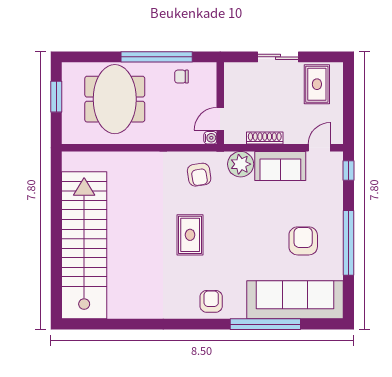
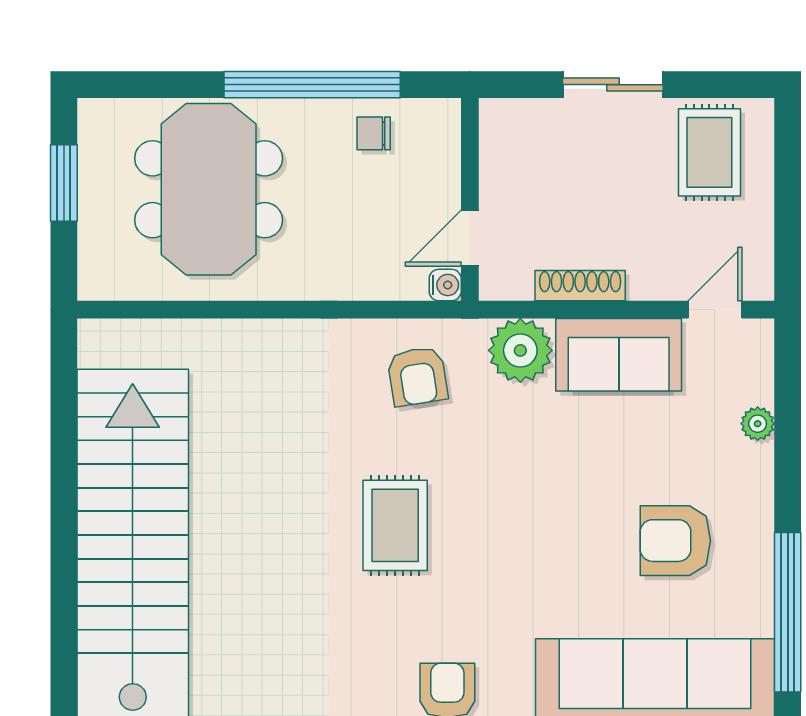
window: (349, 171) -> (788, 366), removed
plant: (336, 194) -> (758, 424), added
armchair: (303, 241) -> (675, 541), turned -90
window: (349, 243) -> (788, 612), moved

